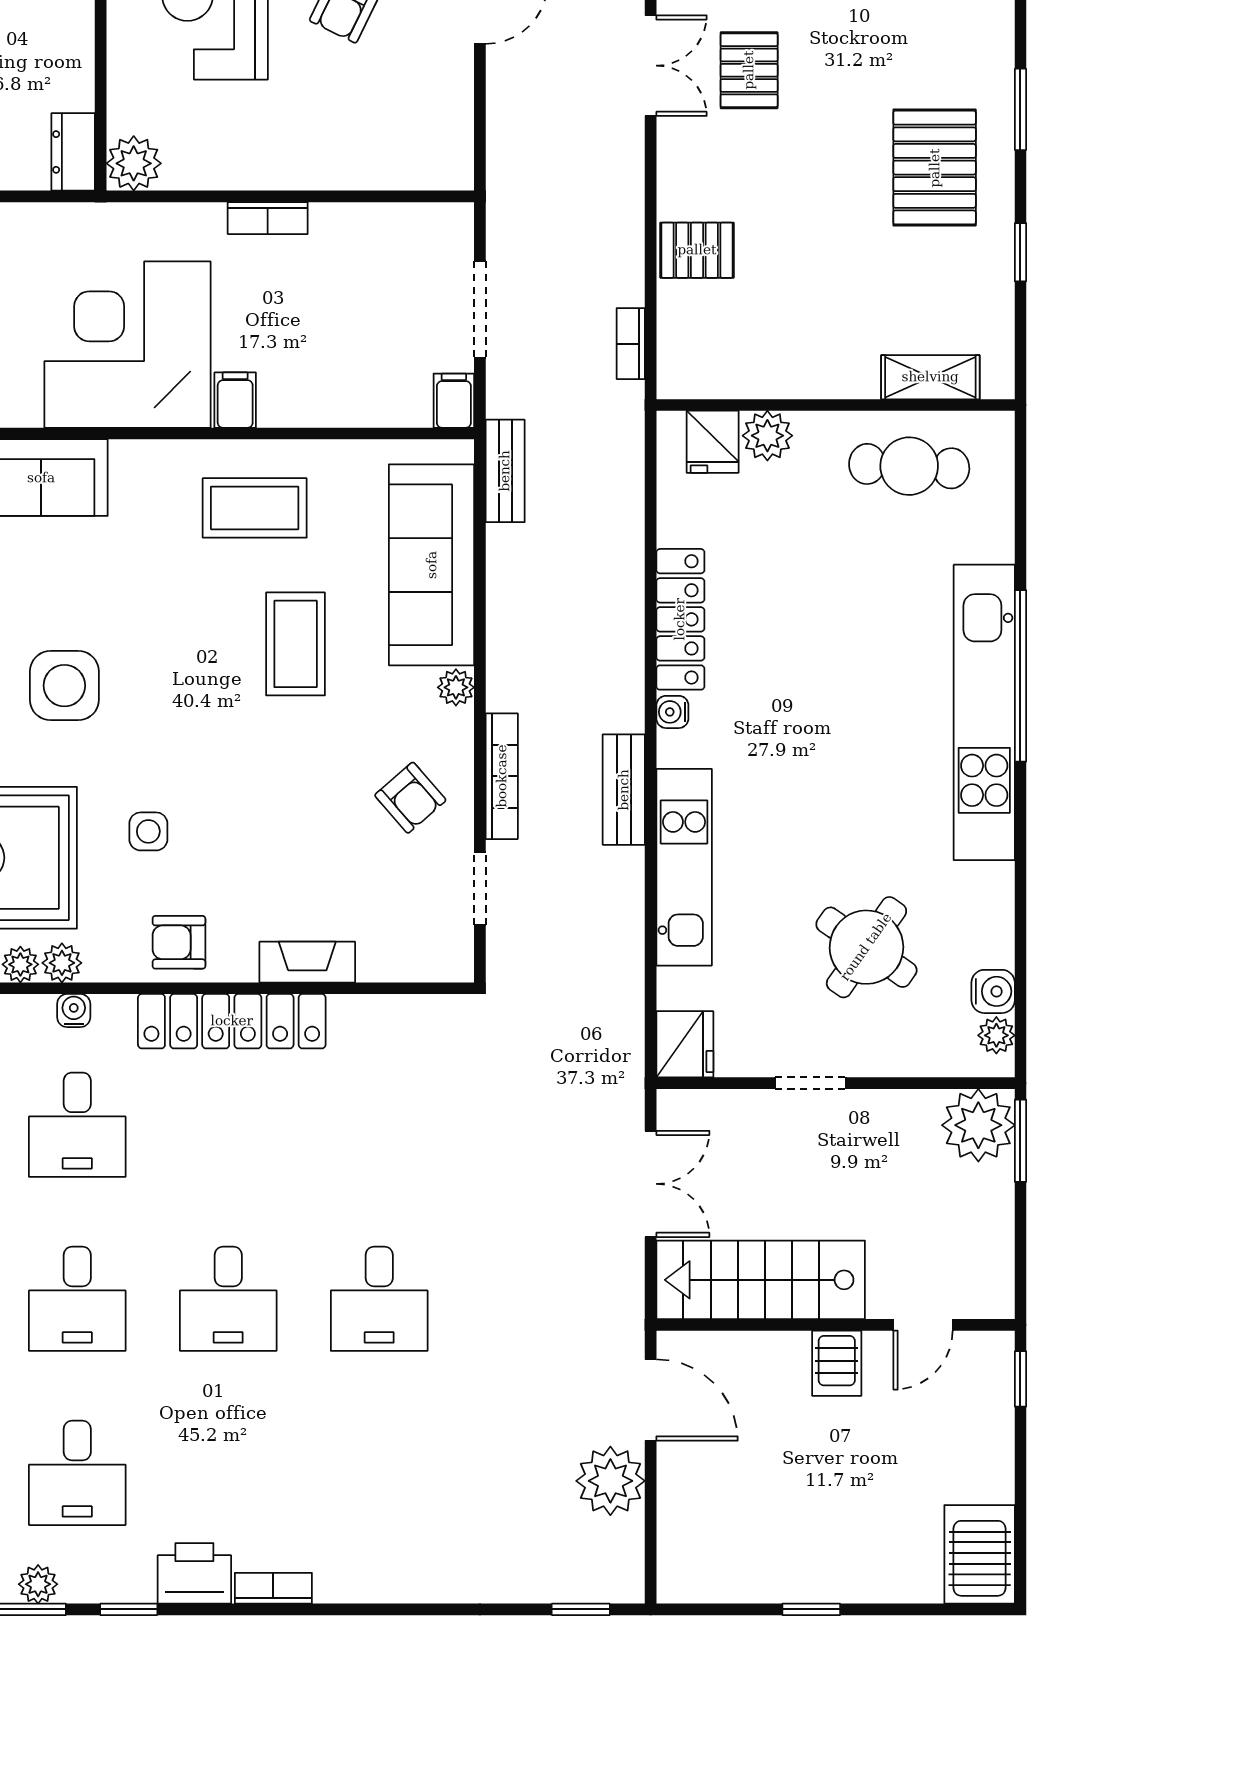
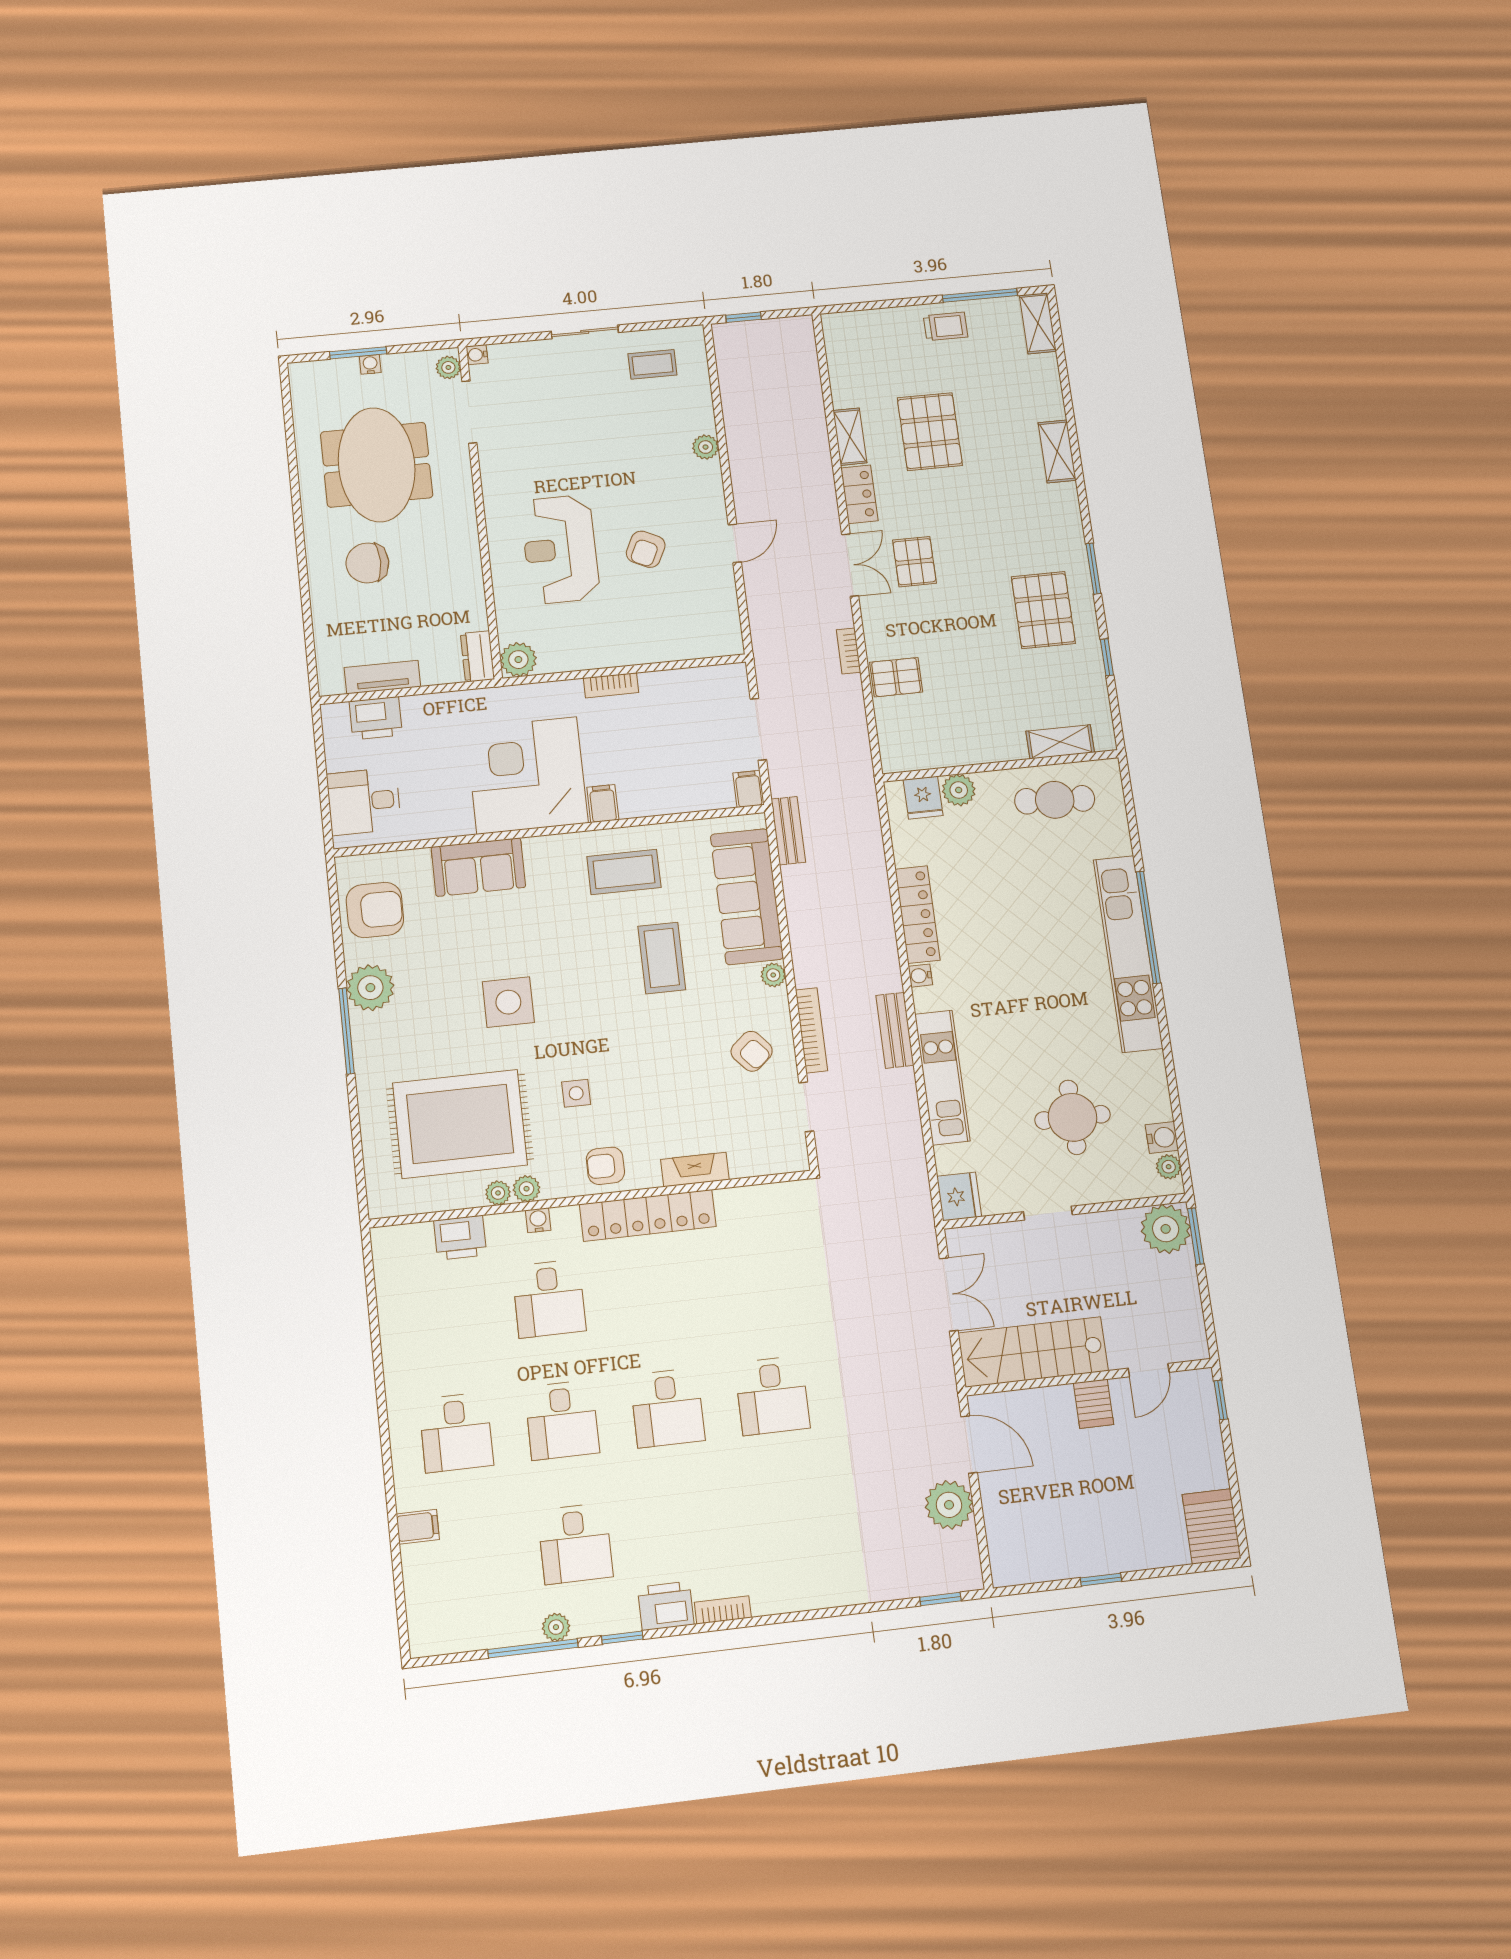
bookcase: (631, 344) -> (849, 651), moved
round table: (866, 947) -> (1073, 1117), turned -35

